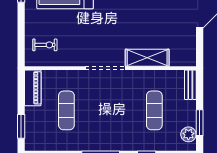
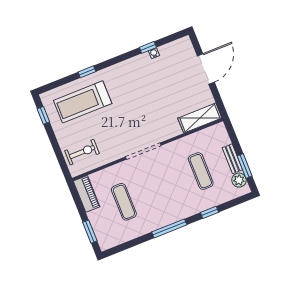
exercise bike: (45, 45) -> (82, 152), width x1.38, depth x1.39
shelving: (147, 58) -> (200, 118), moved
bench: (190, 85) -> (232, 159), moved

